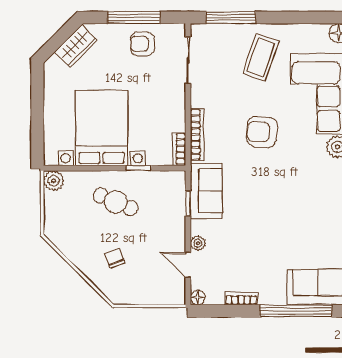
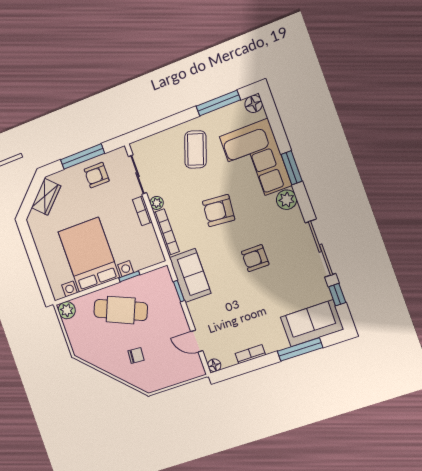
window: (231, 18) -> (218, 103), moved
bookcase: (179, 149) -> (142, 211), moved
armchair: (283, 197) -> (255, 258), added
cafe table: (116, 202) -> (121, 310), width x1.37, depth x1.35
plant: (198, 243) -> (157, 203), moved
chair: (115, 258) -> (136, 356), turned 117
window: (296, 311) -> (300, 349), width x0.68

